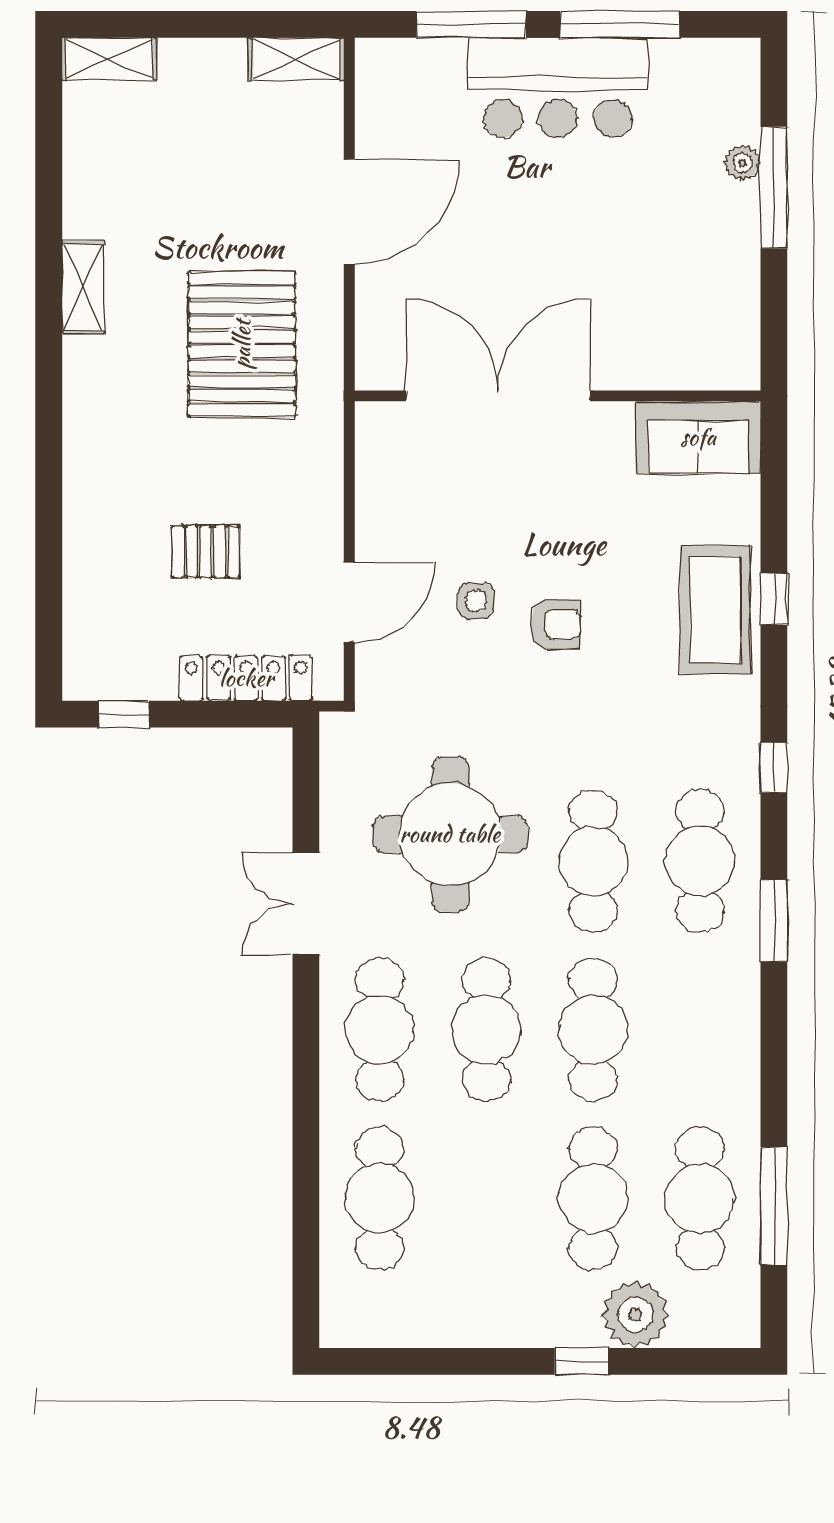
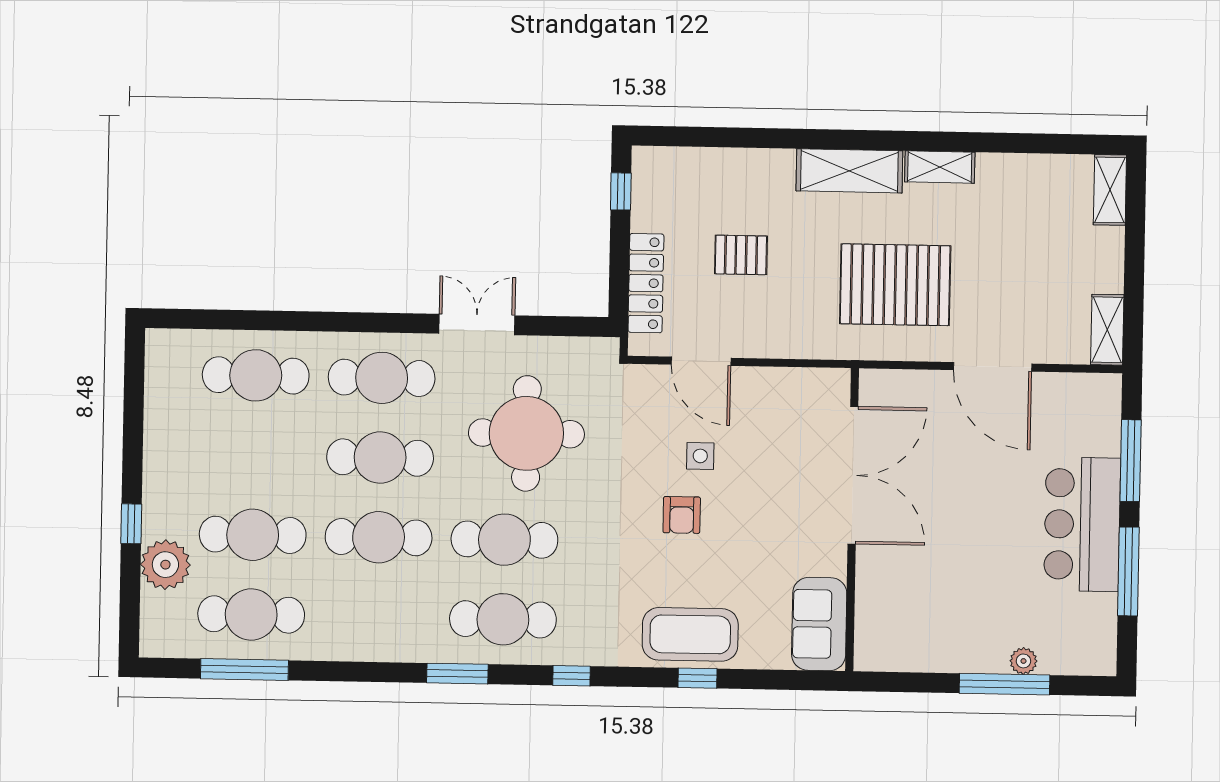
shelving: (90, 409) -> (849, 171), added
pallet: (206, 552) -> (741, 255), turned 90

